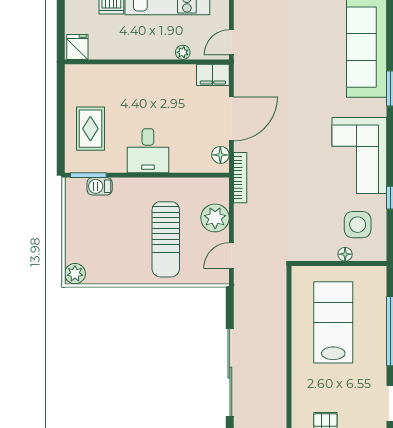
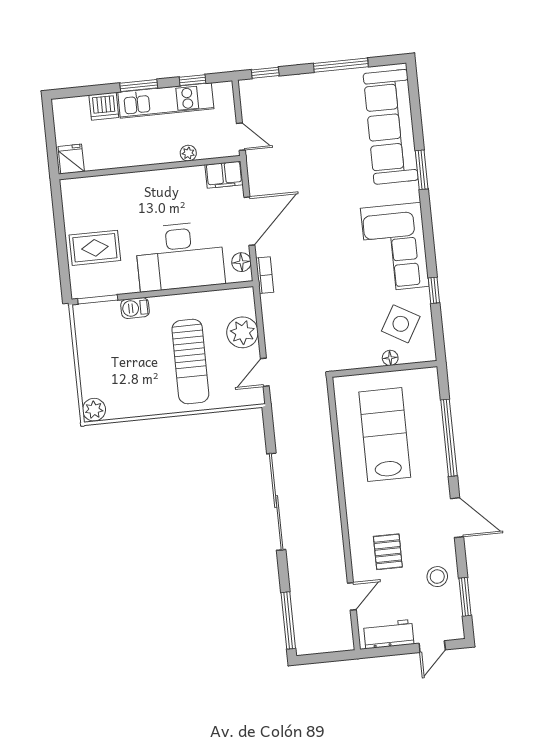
door: (231, 42) -> (241, 137), swing flipped
rug: (90, 129) -> (95, 248), turned 90
desk: (148, 151) -> (180, 256), width x1.87, depth x1.30
bookcase: (240, 178) -> (265, 275), width x0.64
barbecue: (100, 186) -> (135, 308), moved
side table: (358, 225) -> (401, 324), turned 30

